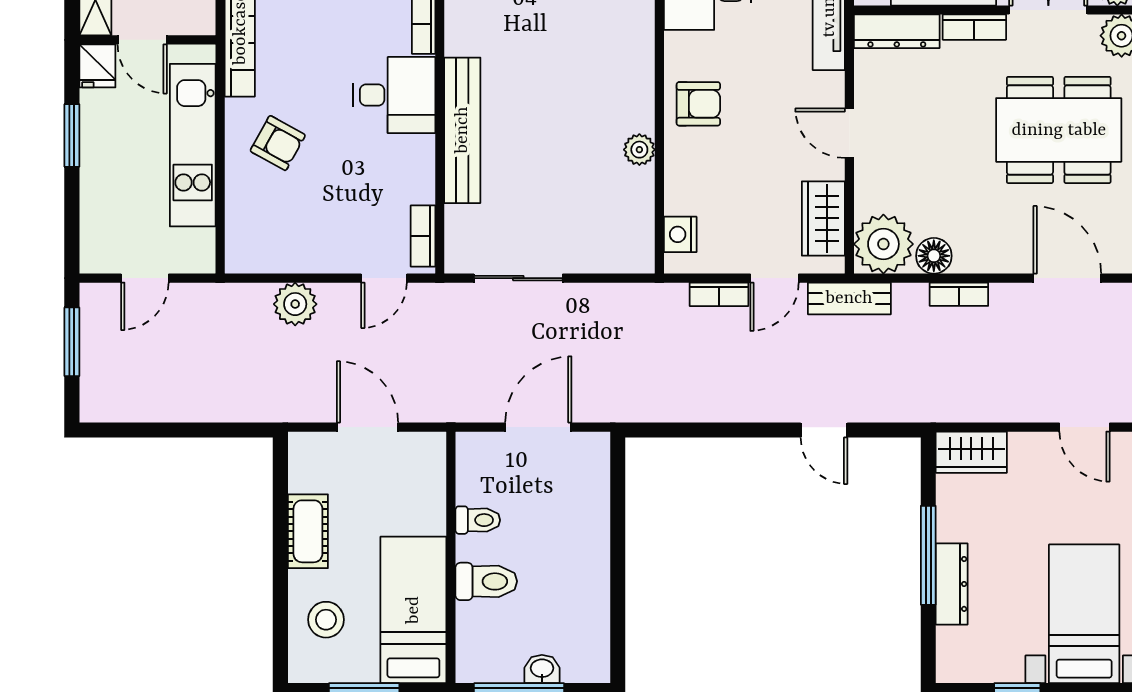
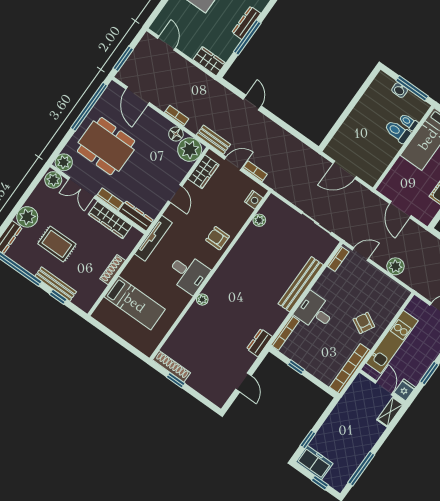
plant: (639, 150) -> (259, 220), moved
toilet: (478, 520) -> (408, 122), moved

